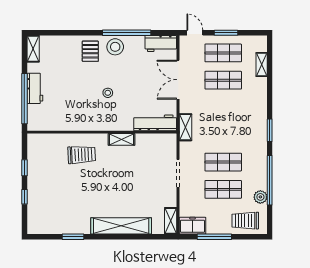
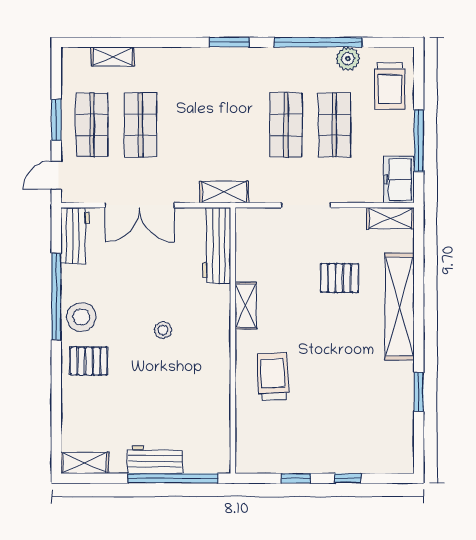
pallet: (137, 192) -> (339, 278), added

